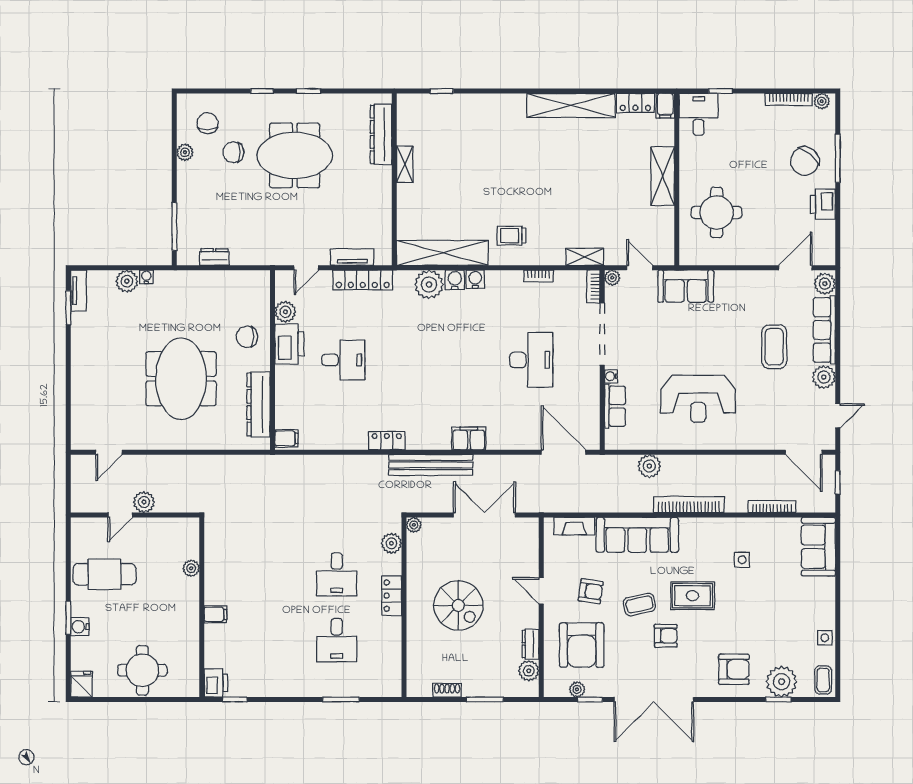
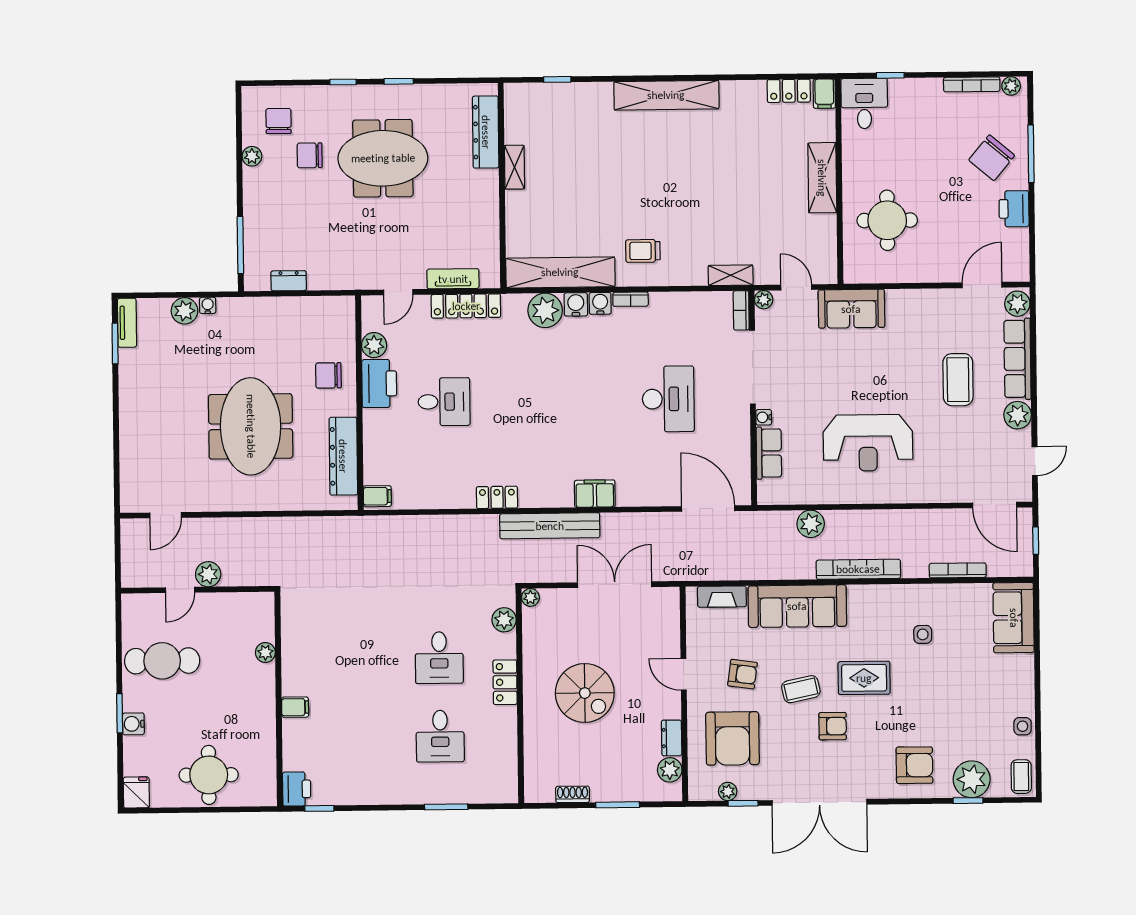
shelving: (571, 105) -> (666, 95), moved
bookcase: (539, 276) -> (631, 299), moved

